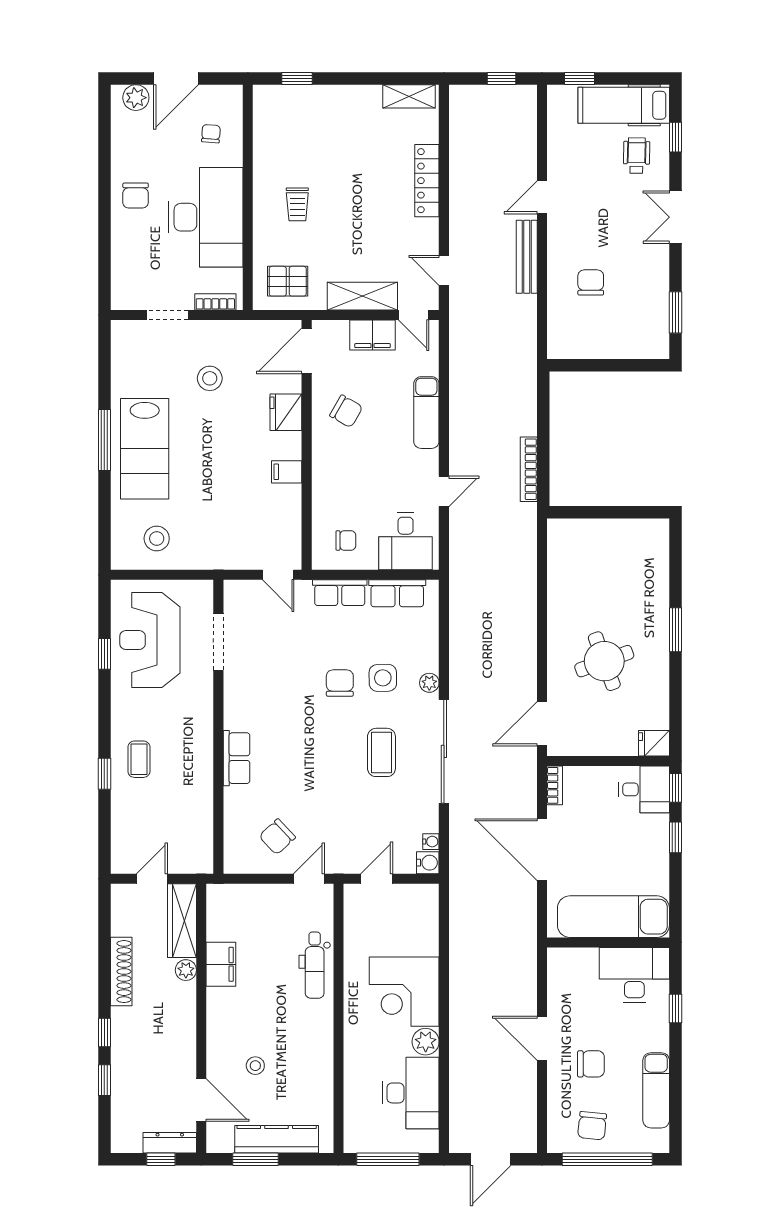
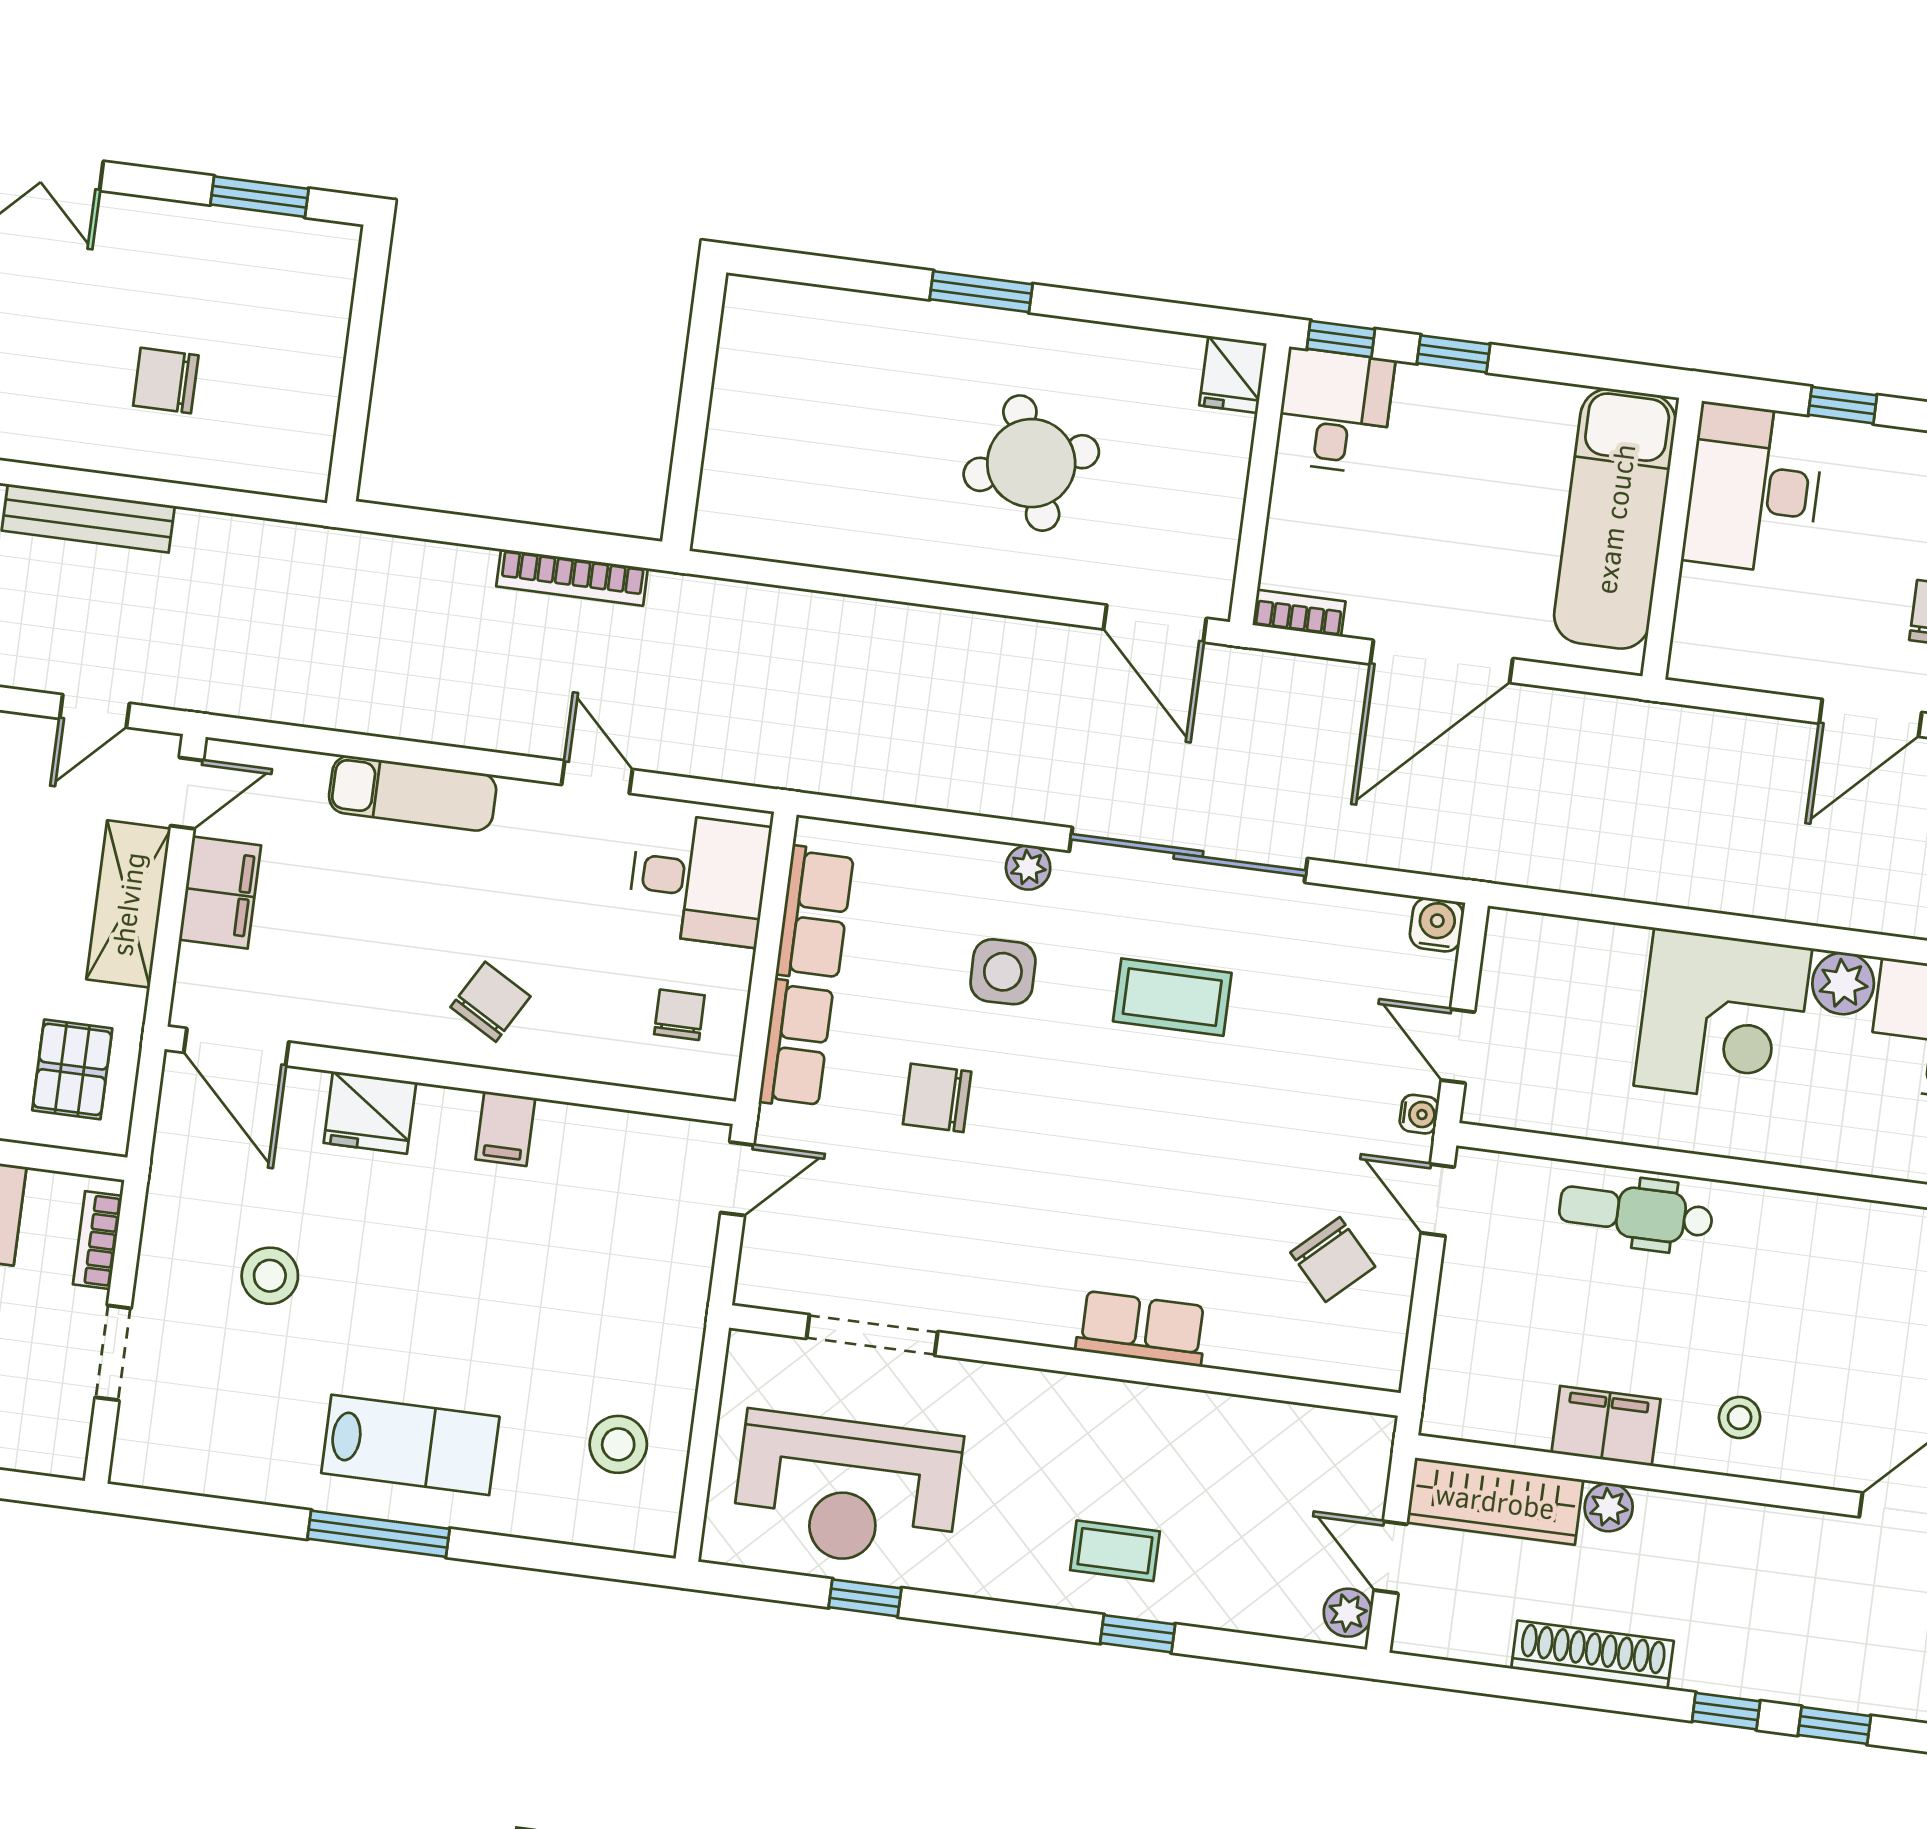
chair: (346, 411) -> (491, 1002), moved
lab bench: (145, 449) -> (410, 1445), width x0.73, depth x0.72
chair: (340, 683) -> (937, 1098), moved
water cooler: (431, 842) -> (1419, 1114), moved, turned 90
plant: (125, 863) -> (1348, 1613), added
dental chair: (315, 965) -> (1636, 1213), turned 180
stool: (255, 1066) -> (1740, 1417), moved

